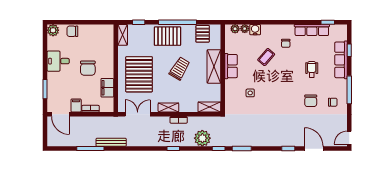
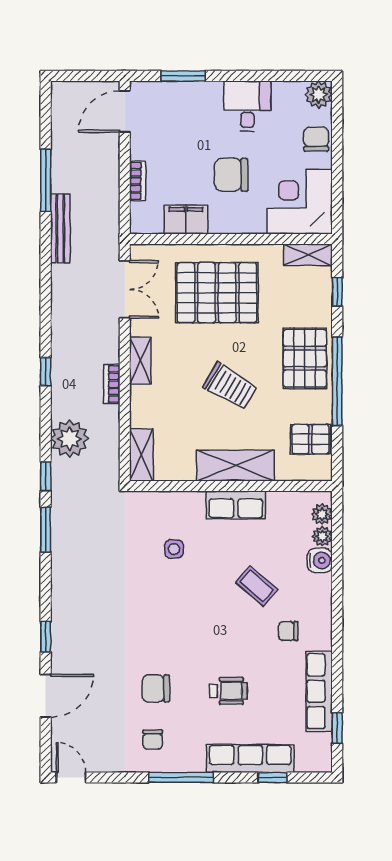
corner desk: (99, 38) -> (300, 201), added
filing cabinet: (76, 106) -> (145, 148), removed

